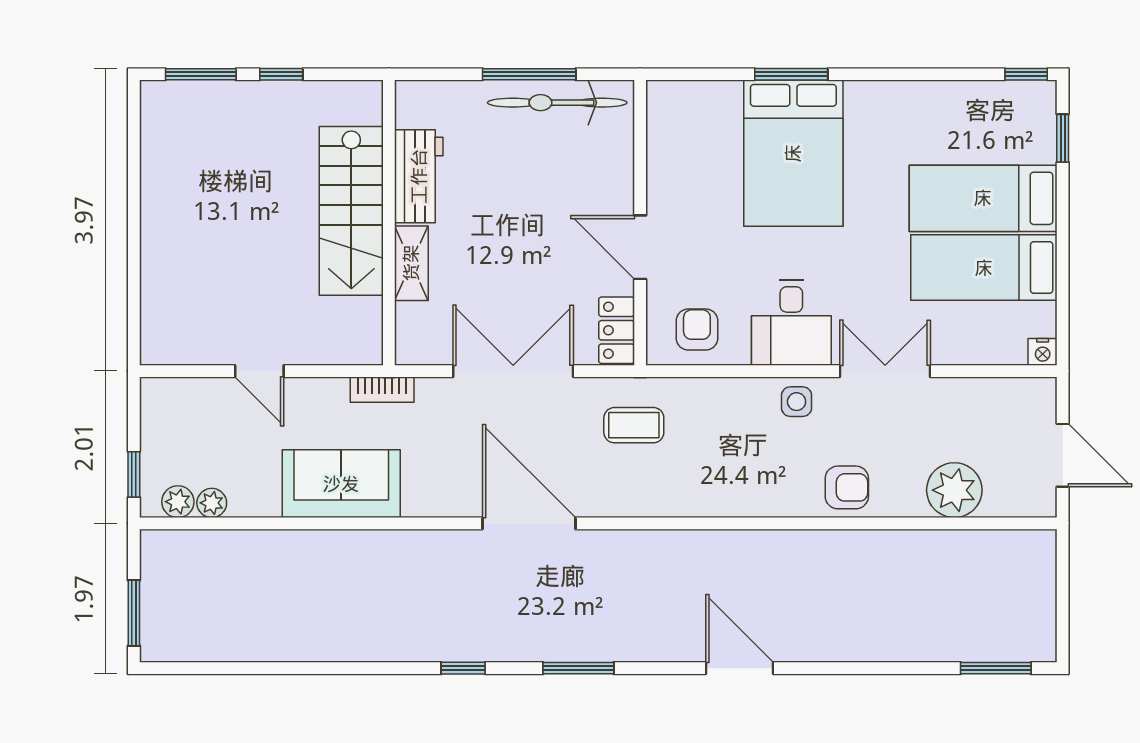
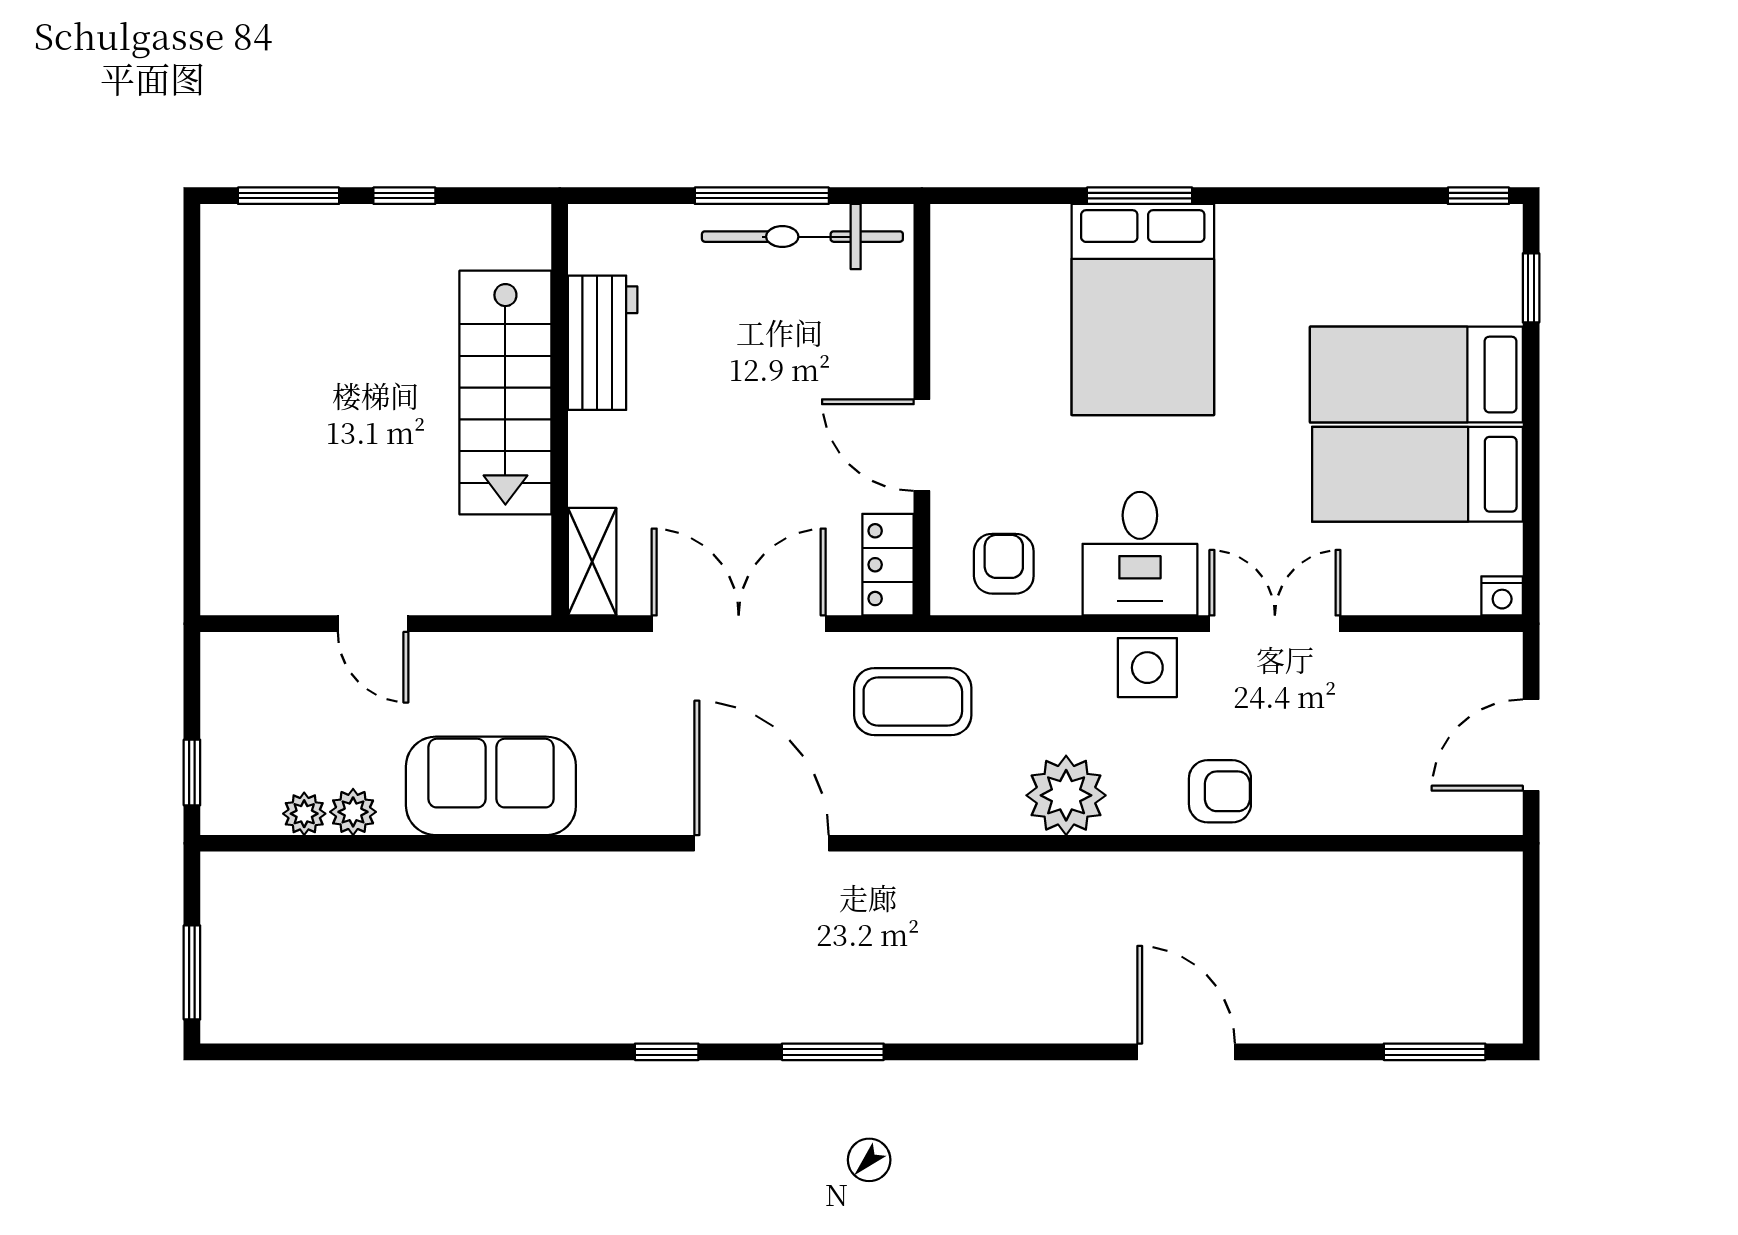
shelving: (411, 263) -> (592, 562), moved
bookcase: (382, 390) -> (550, 650), removed
side table: (797, 402) -> (1147, 668), width x1.37, depth x1.37
coffee table: (634, 425) -> (913, 702), width x1.36, depth x1.30
door: (1063, 455) -> (1531, 745), swing flipped
plant: (954, 490) -> (1066, 795), moved
plant: (178, 502) -> (353, 812), moved
door: (740, 668) -> (1186, 1052), moved

